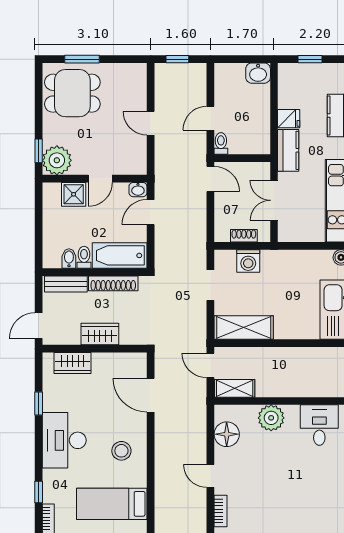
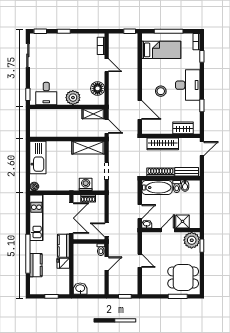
double door: (274, 200) -> (71, 218), width x1.37
wardrobe: (100, 334) -> (163, 144), width x1.50
stool: (121, 451) -> (161, 91), moved

